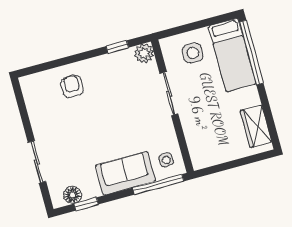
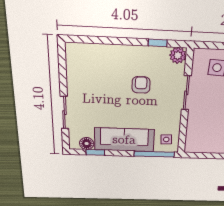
armchair: (72, 86) -> (141, 85), moved
sofa: (125, 173) -> (124, 140), width x1.36

